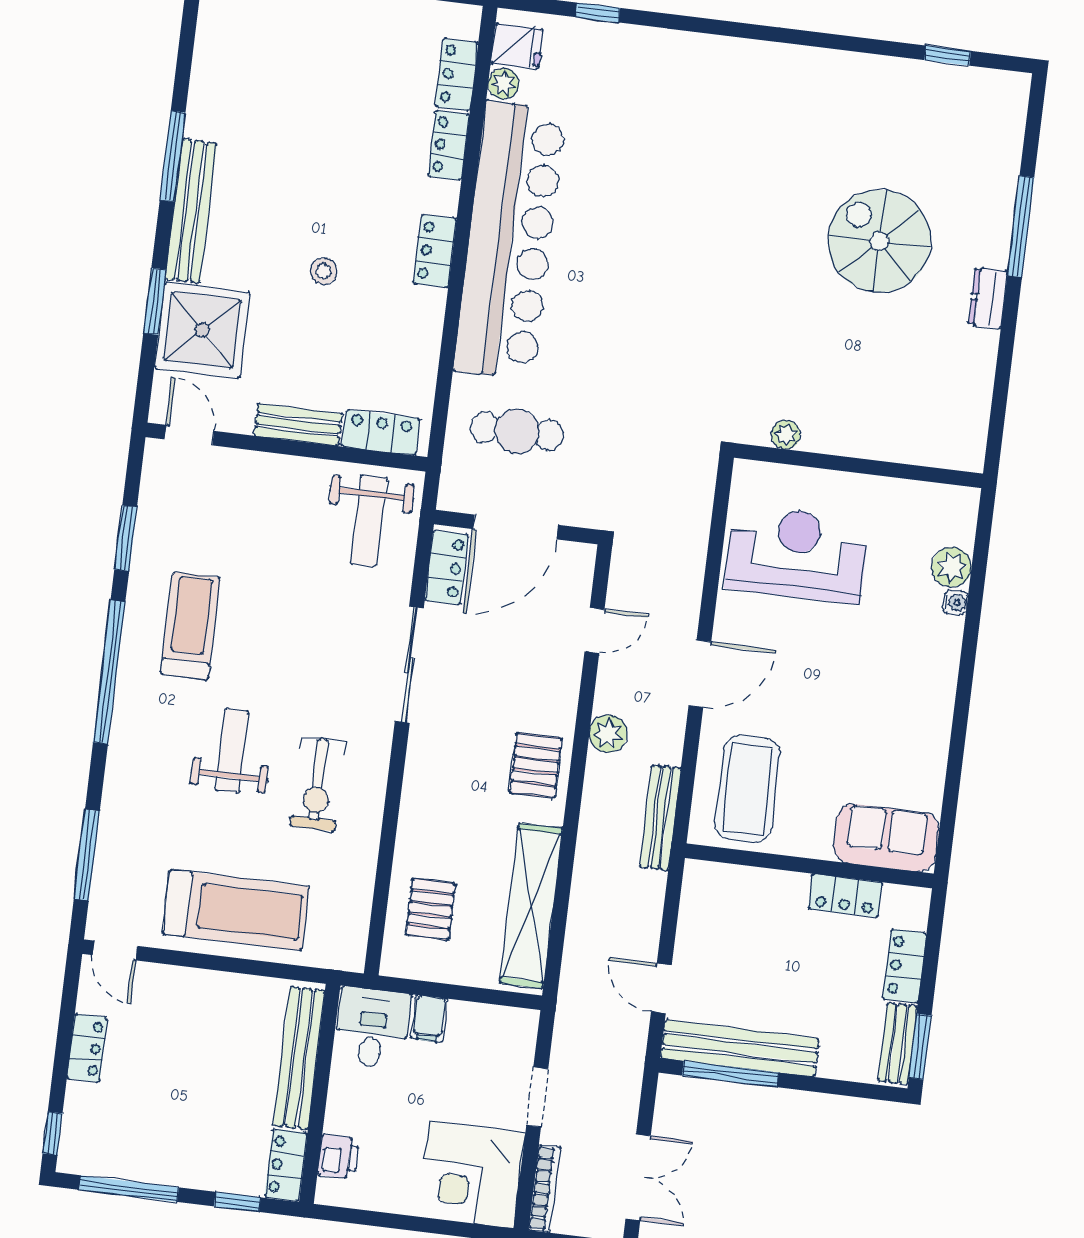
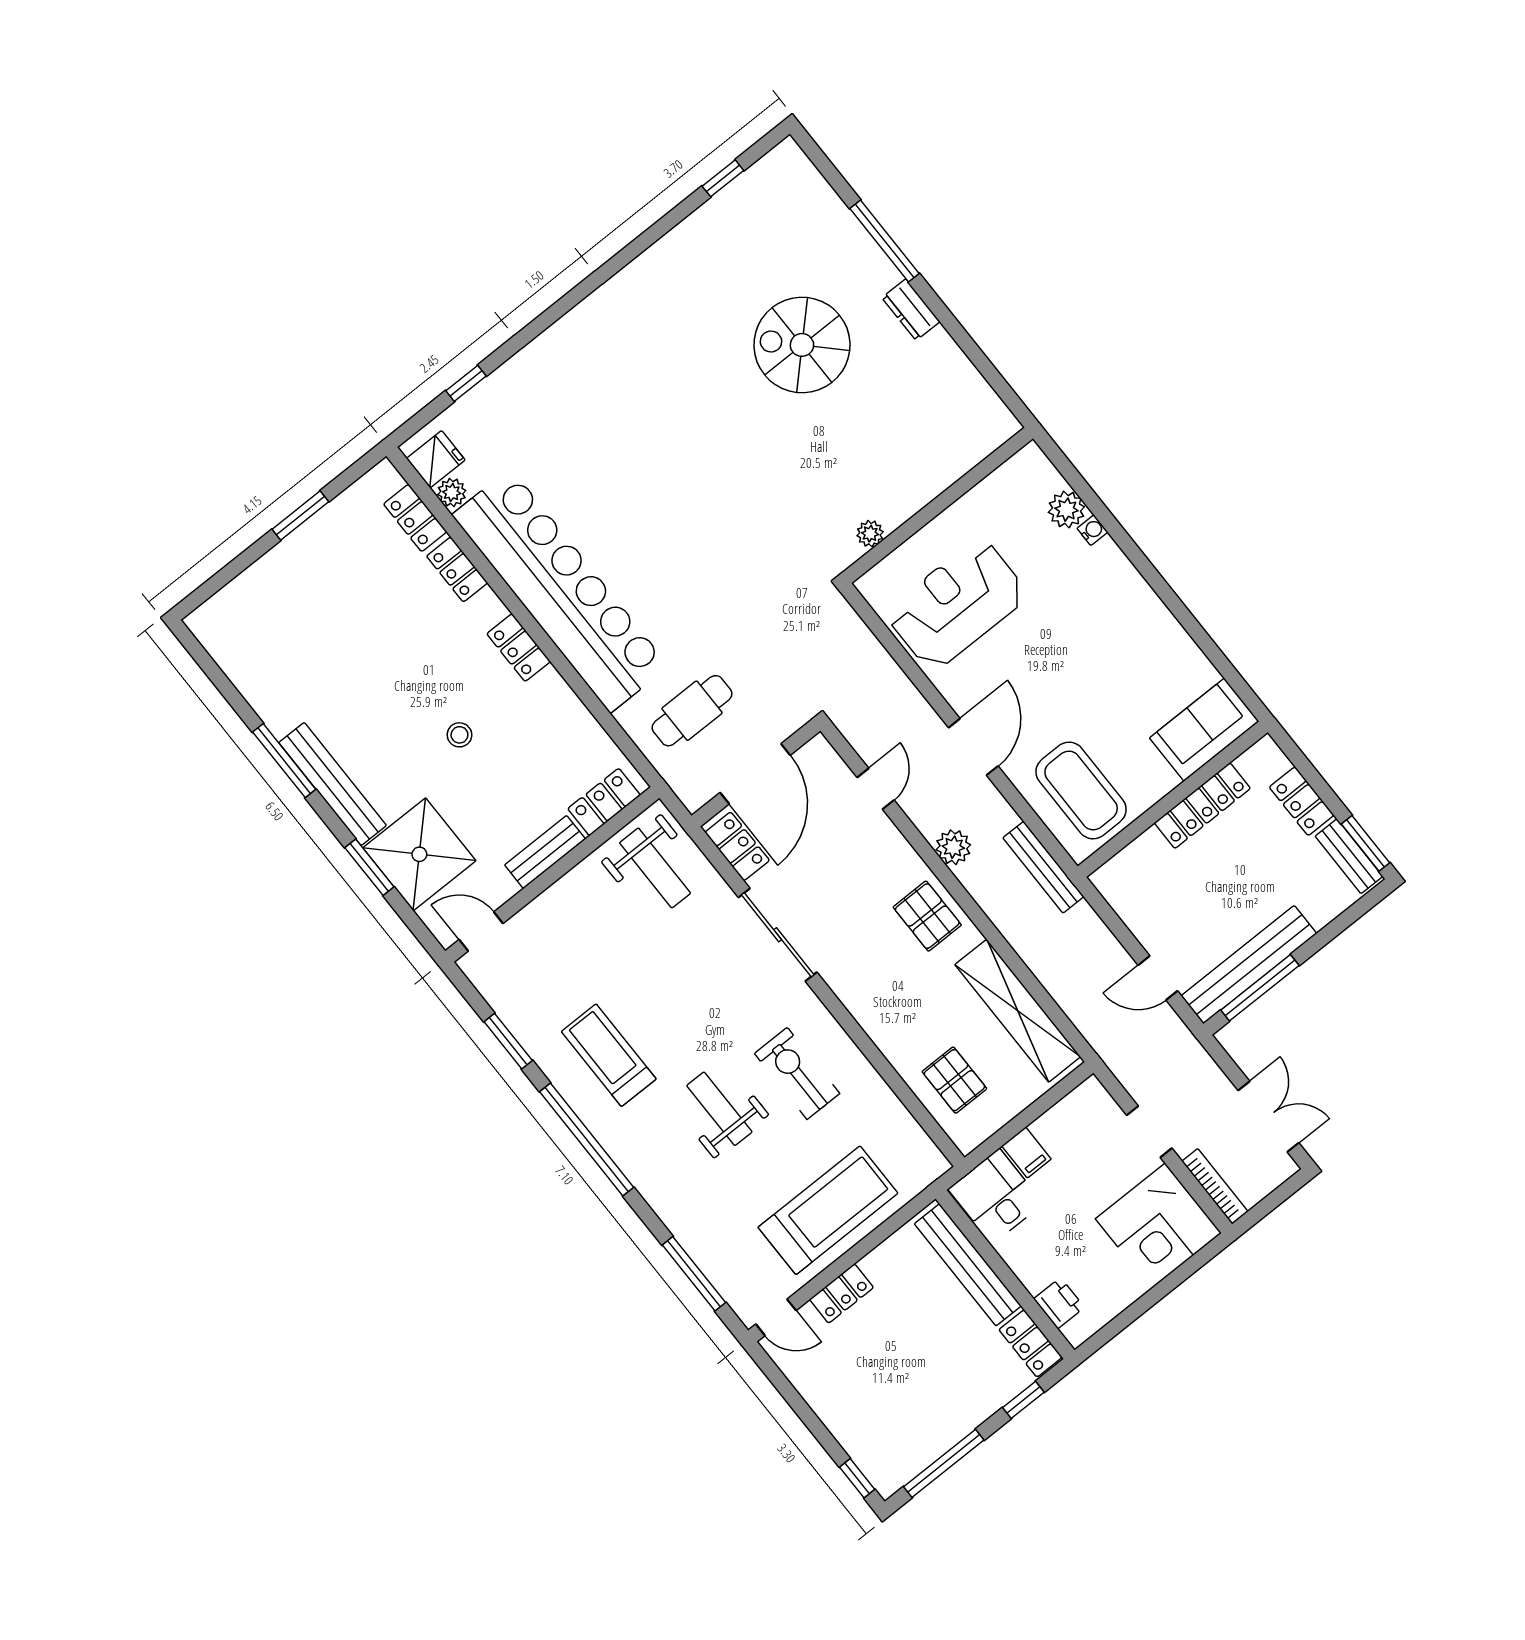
exercise bike: (318, 784) -> (797, 1073), turned 180
locker: (845, 896) -> (1202, 806), width x1.53
locker: (87, 1048) -> (841, 1293), moved, turned 90

